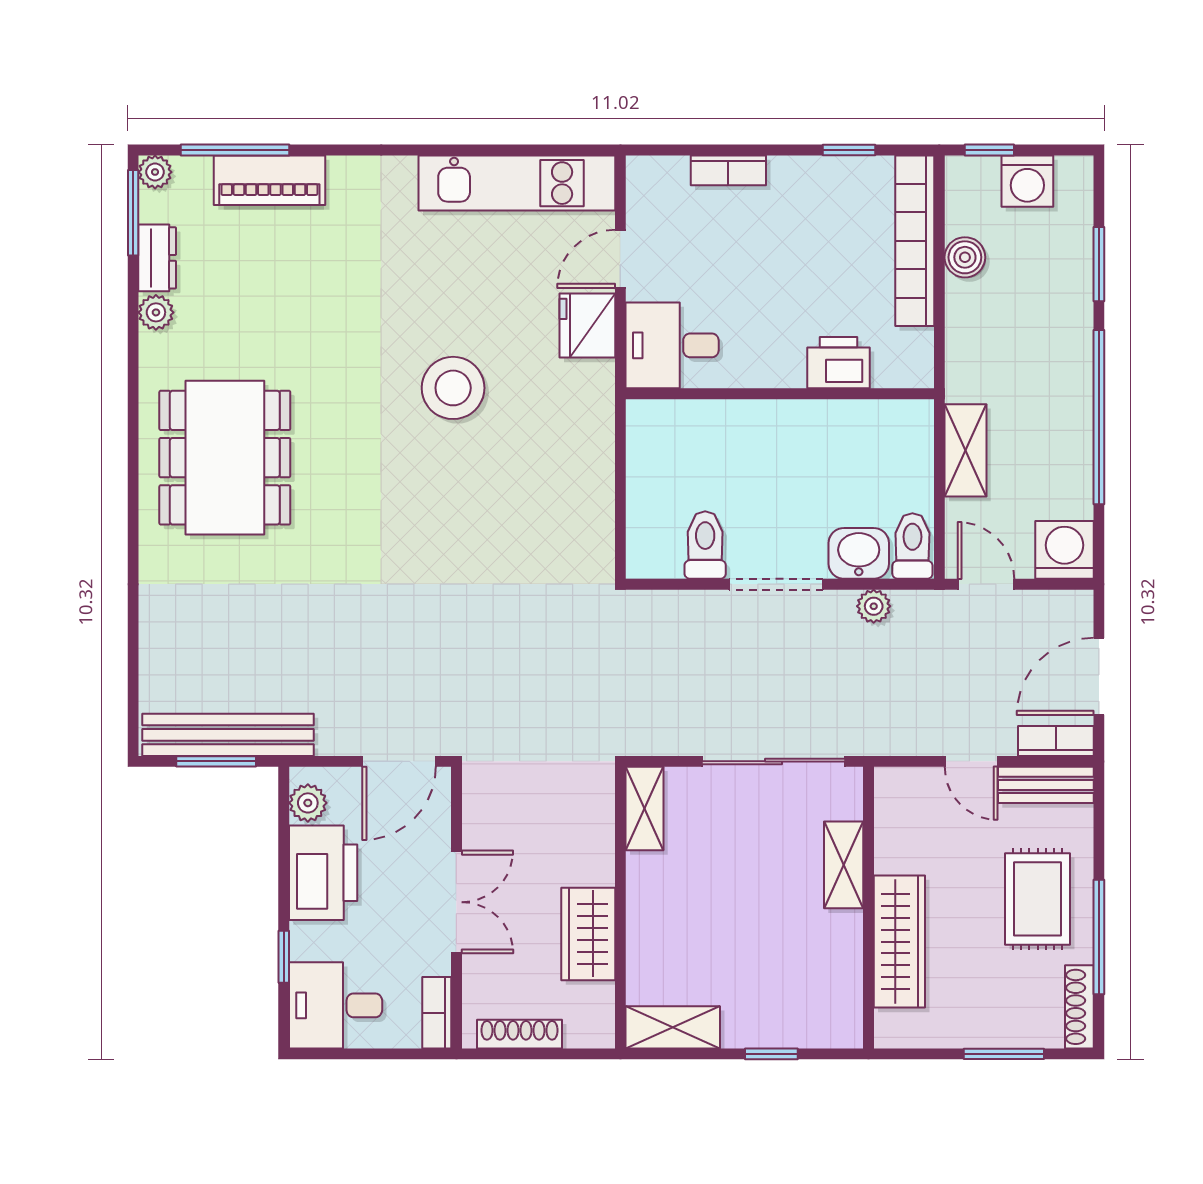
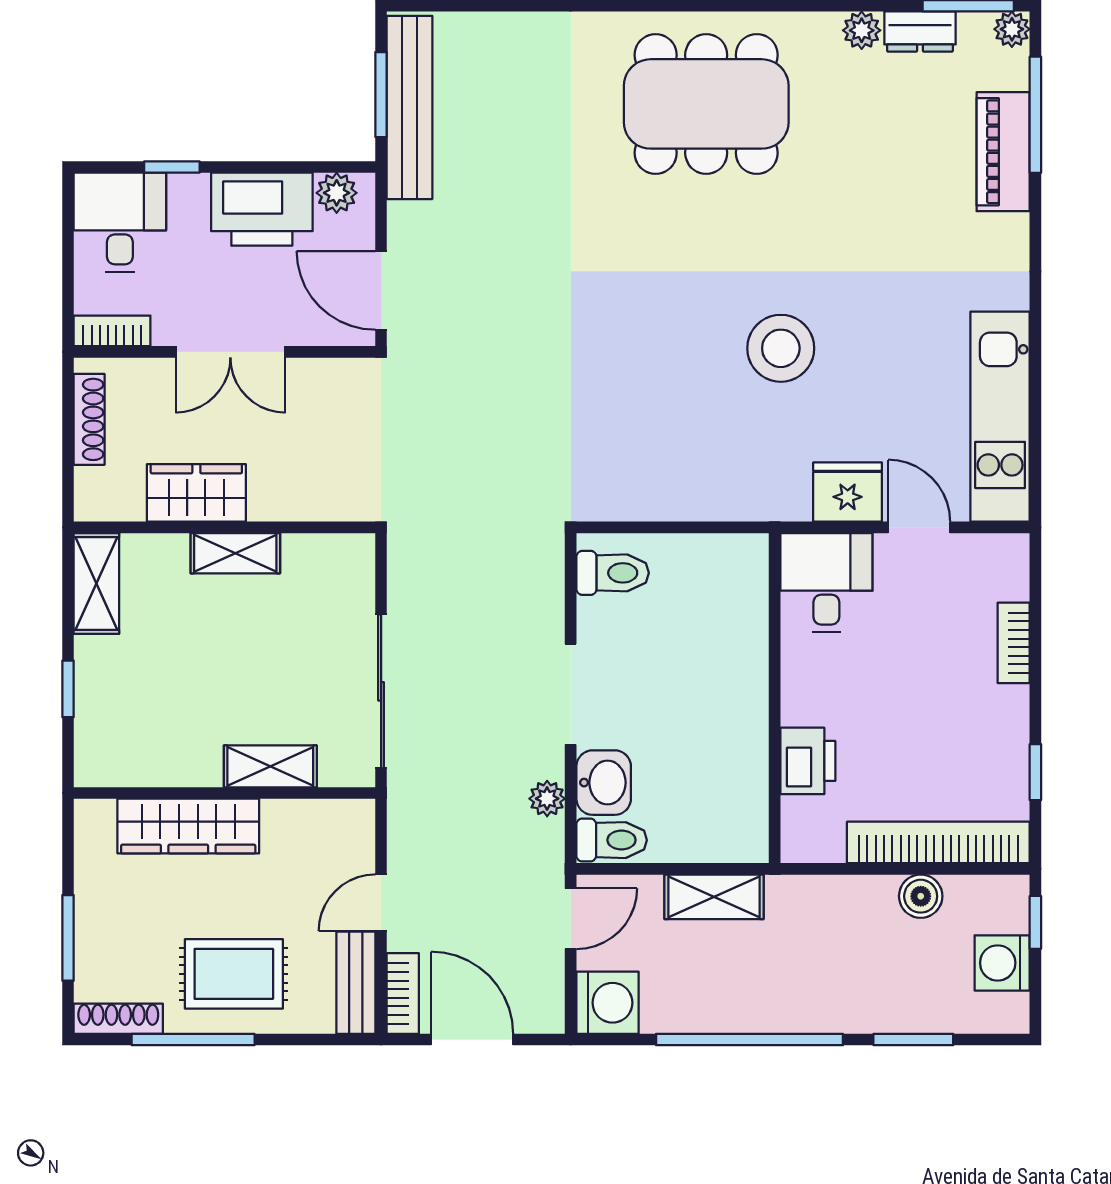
toilet: (705, 545) -> (613, 573), moved
shelving: (645, 809) -> (235, 553), moved

